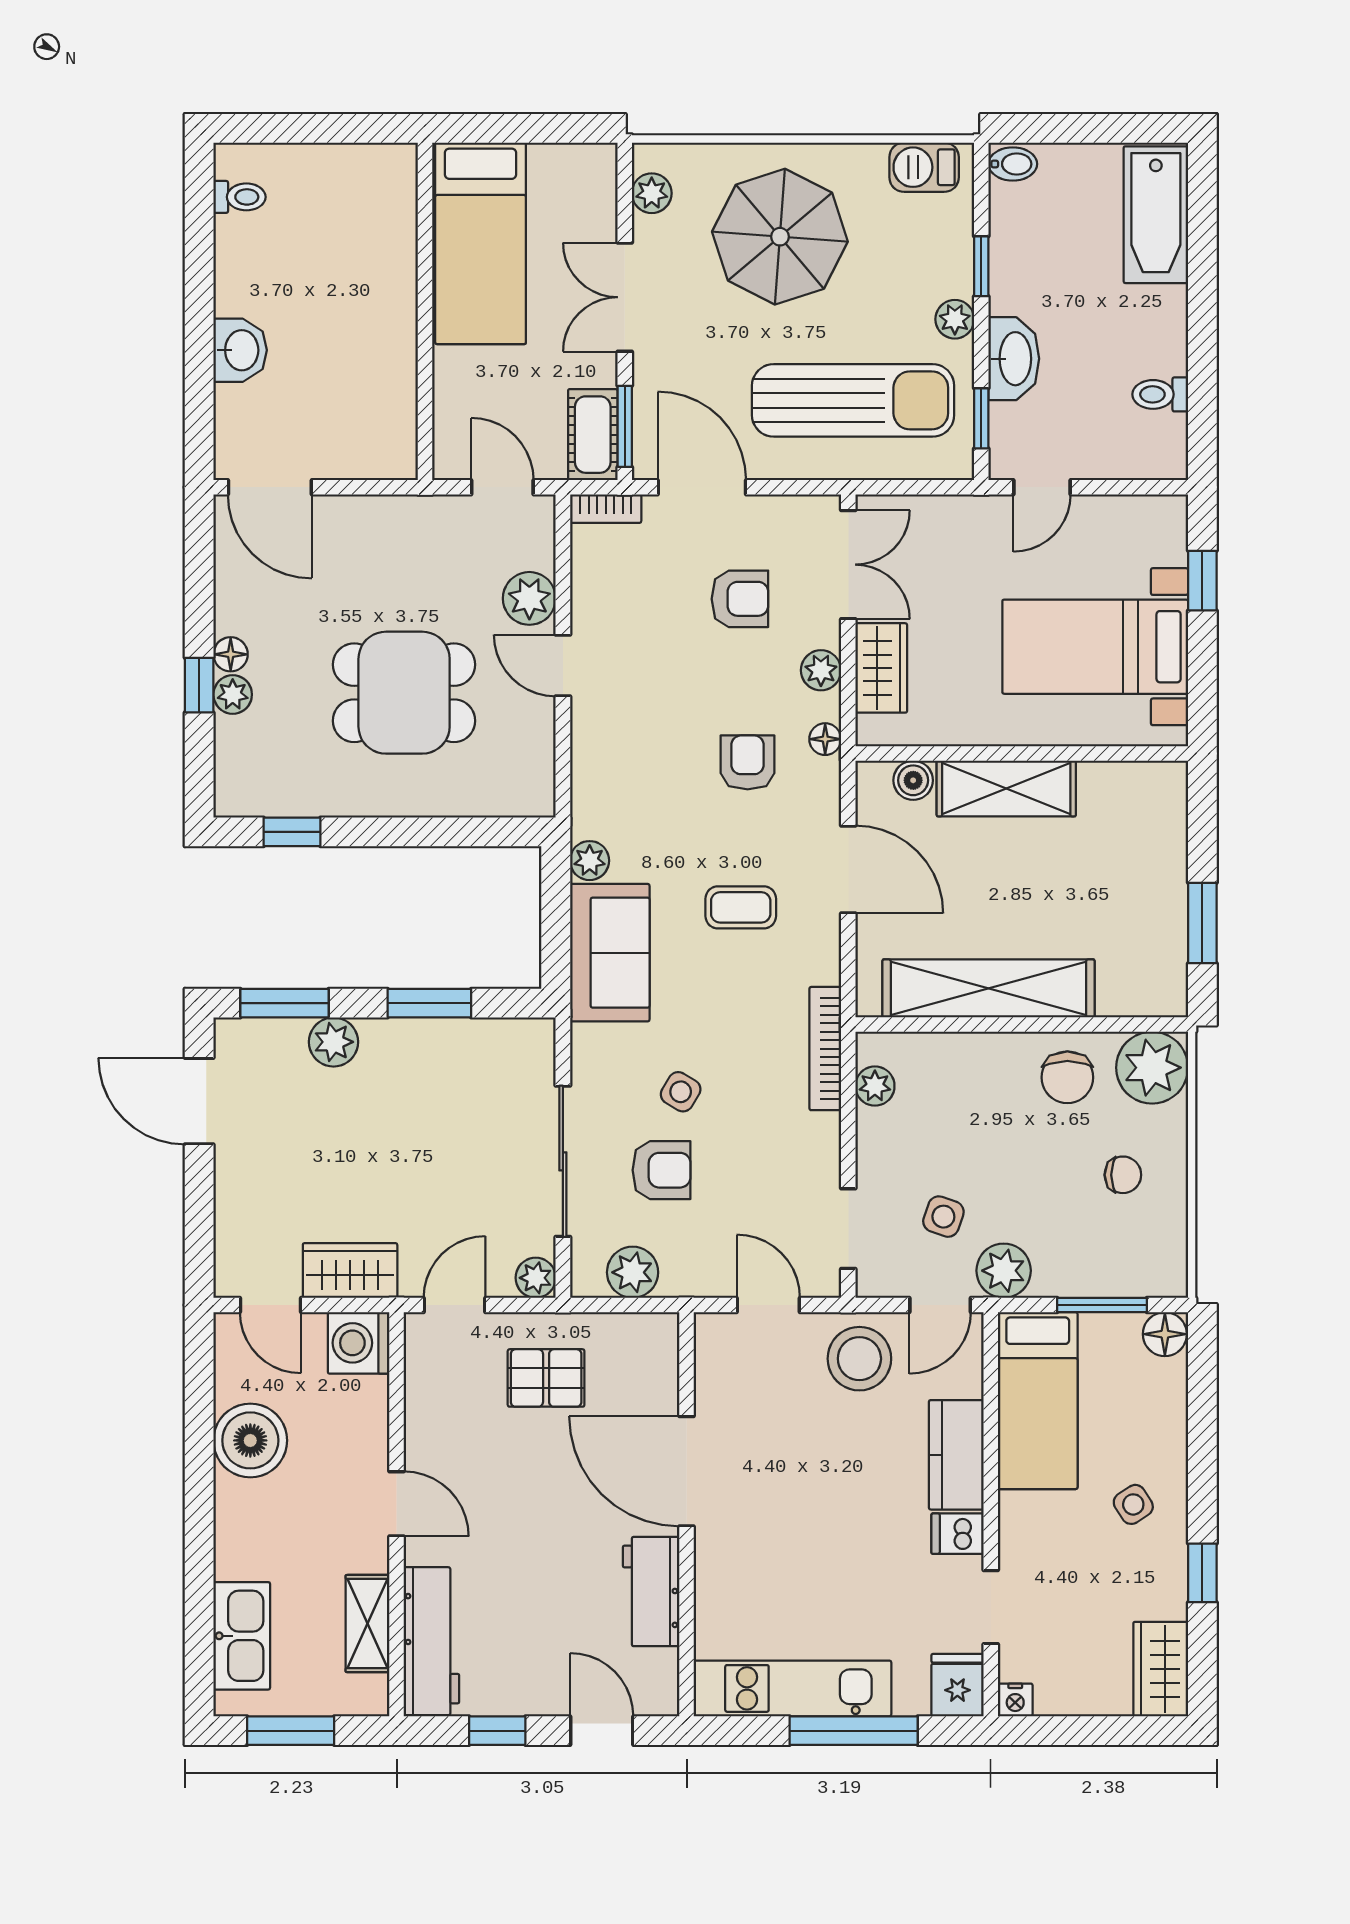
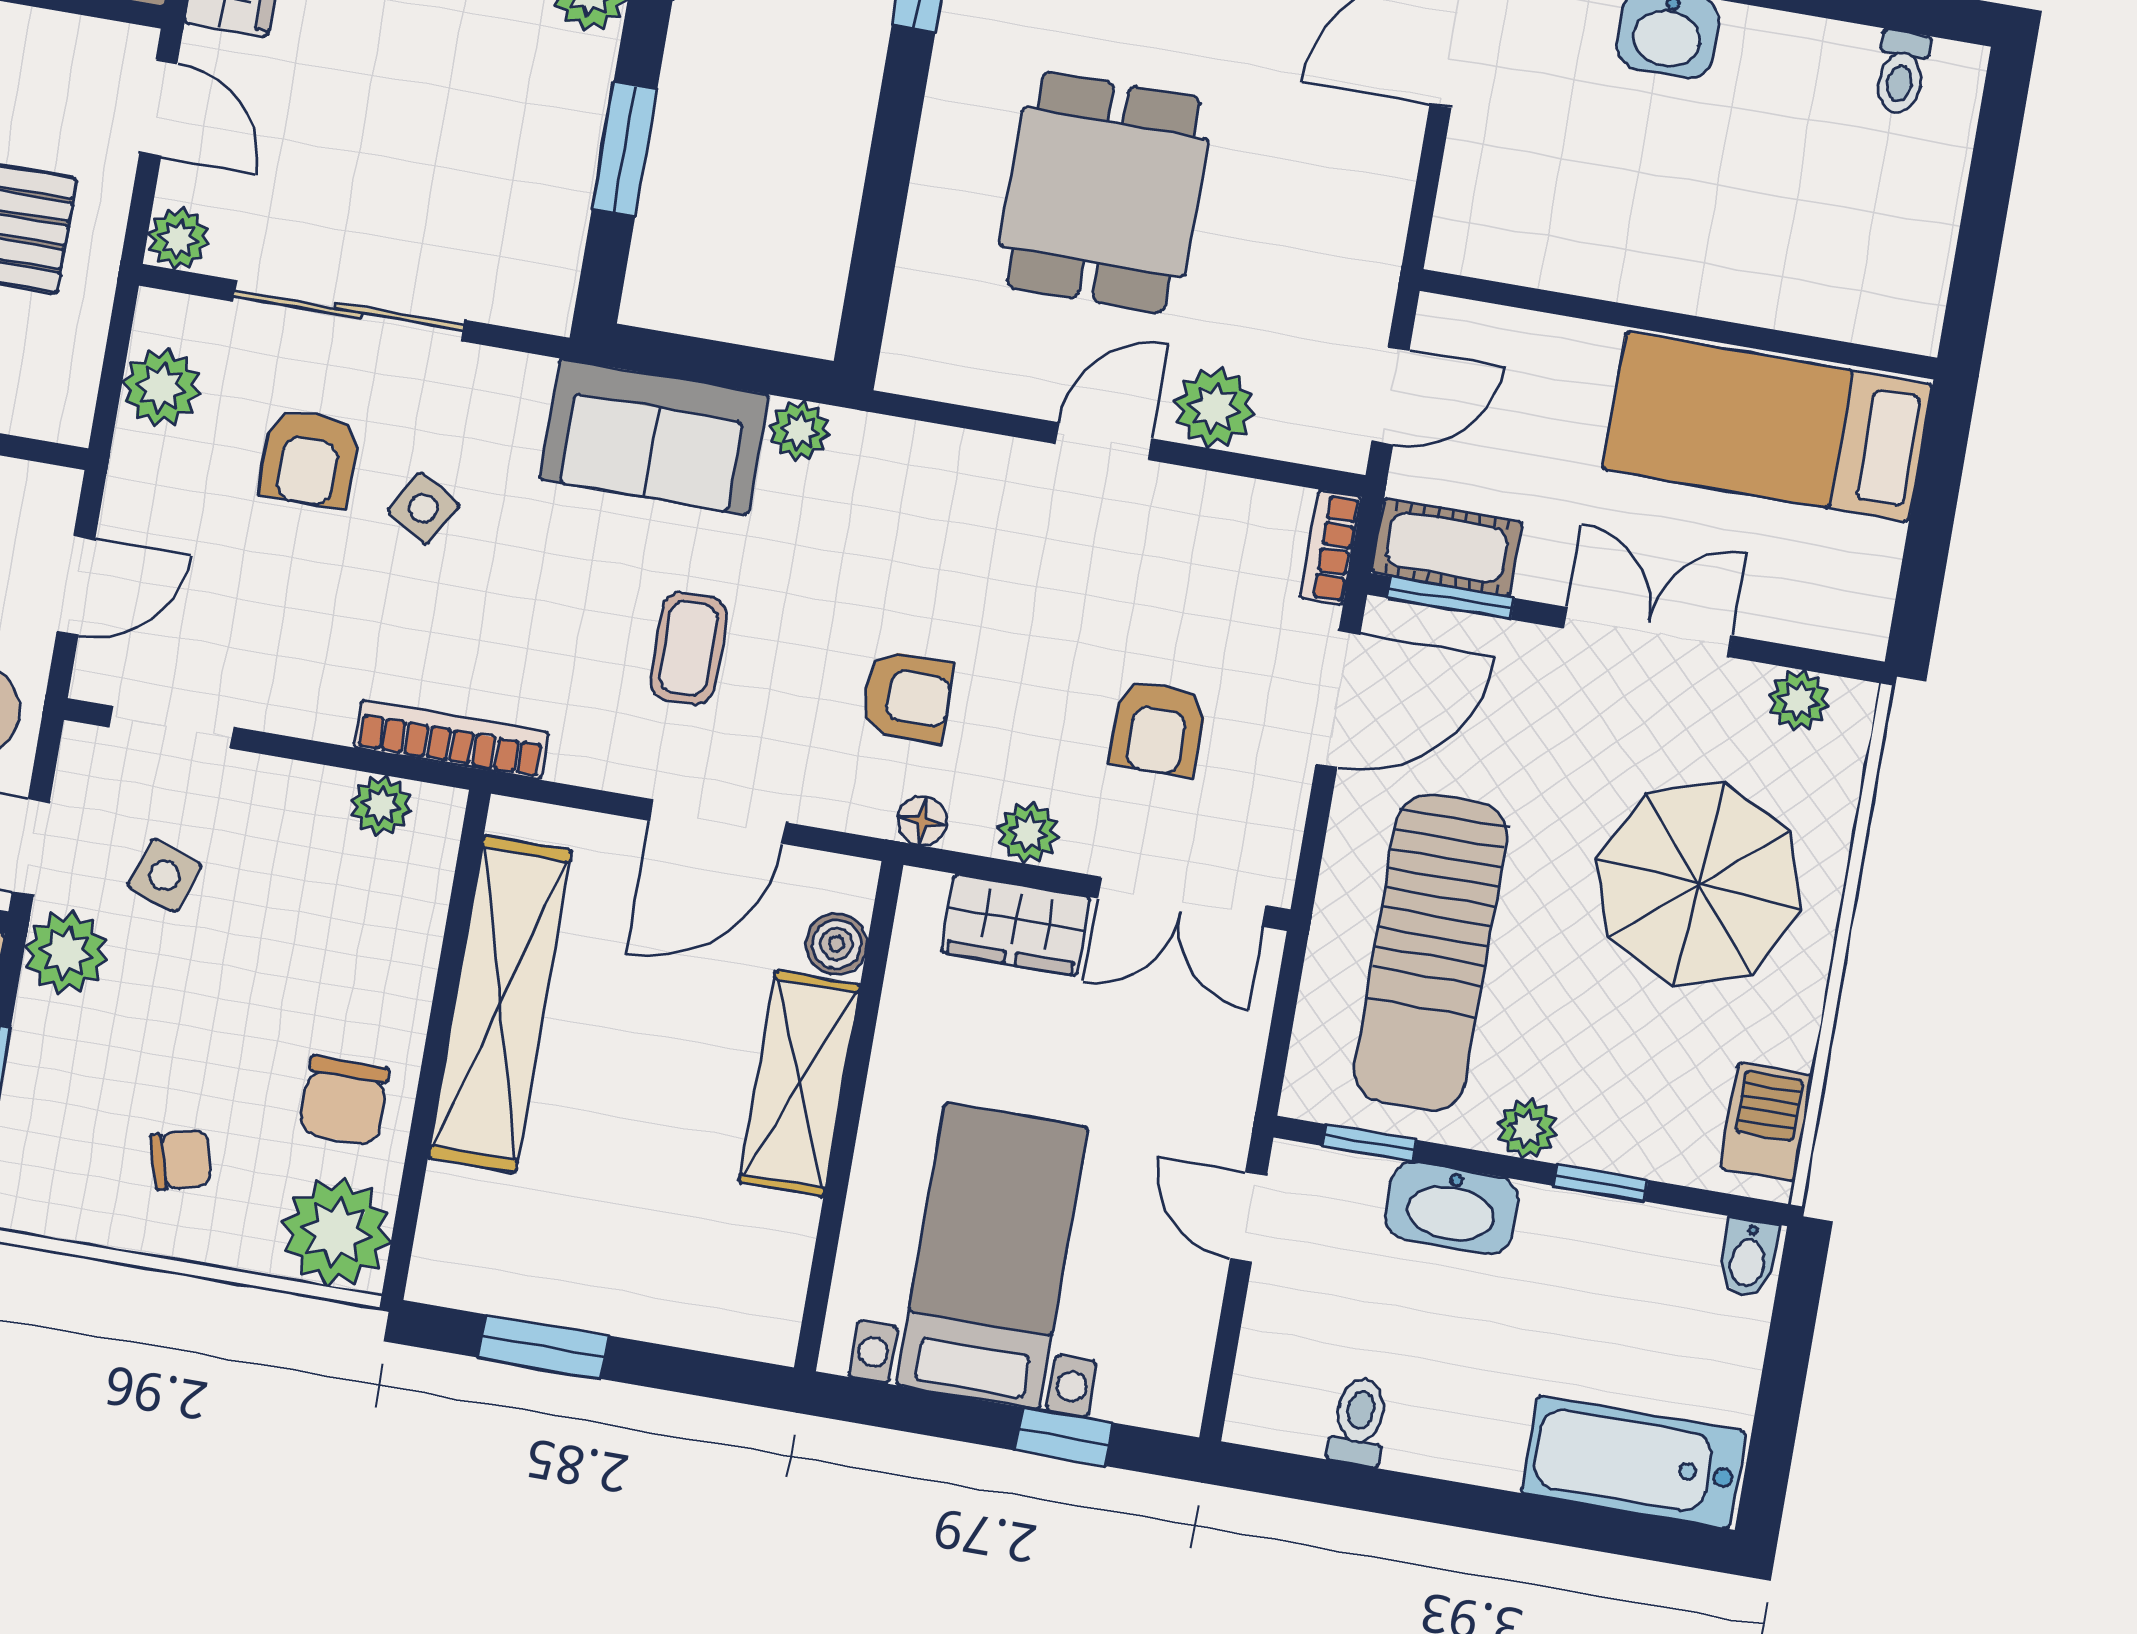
chair: (1067, 1077) -> (344, 1101), turned -90
chair: (1123, 1175) -> (181, 1160), turned -106

